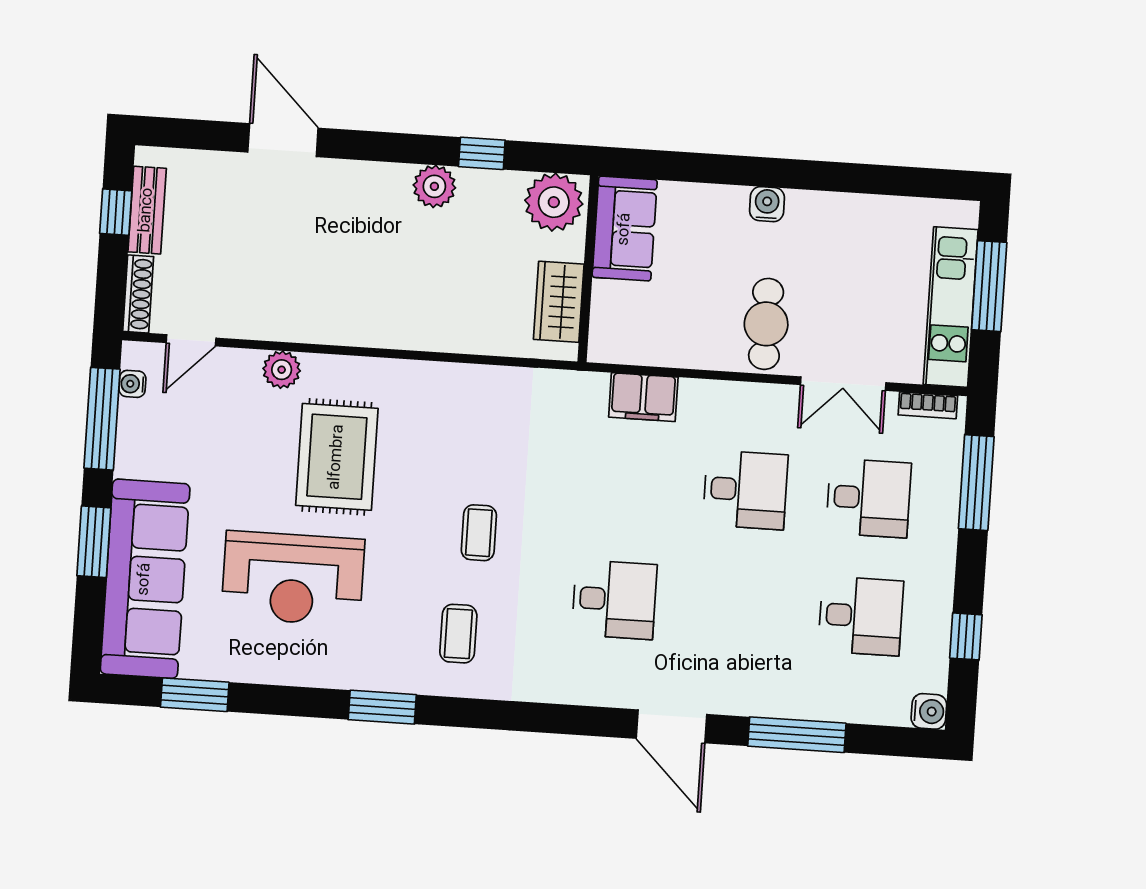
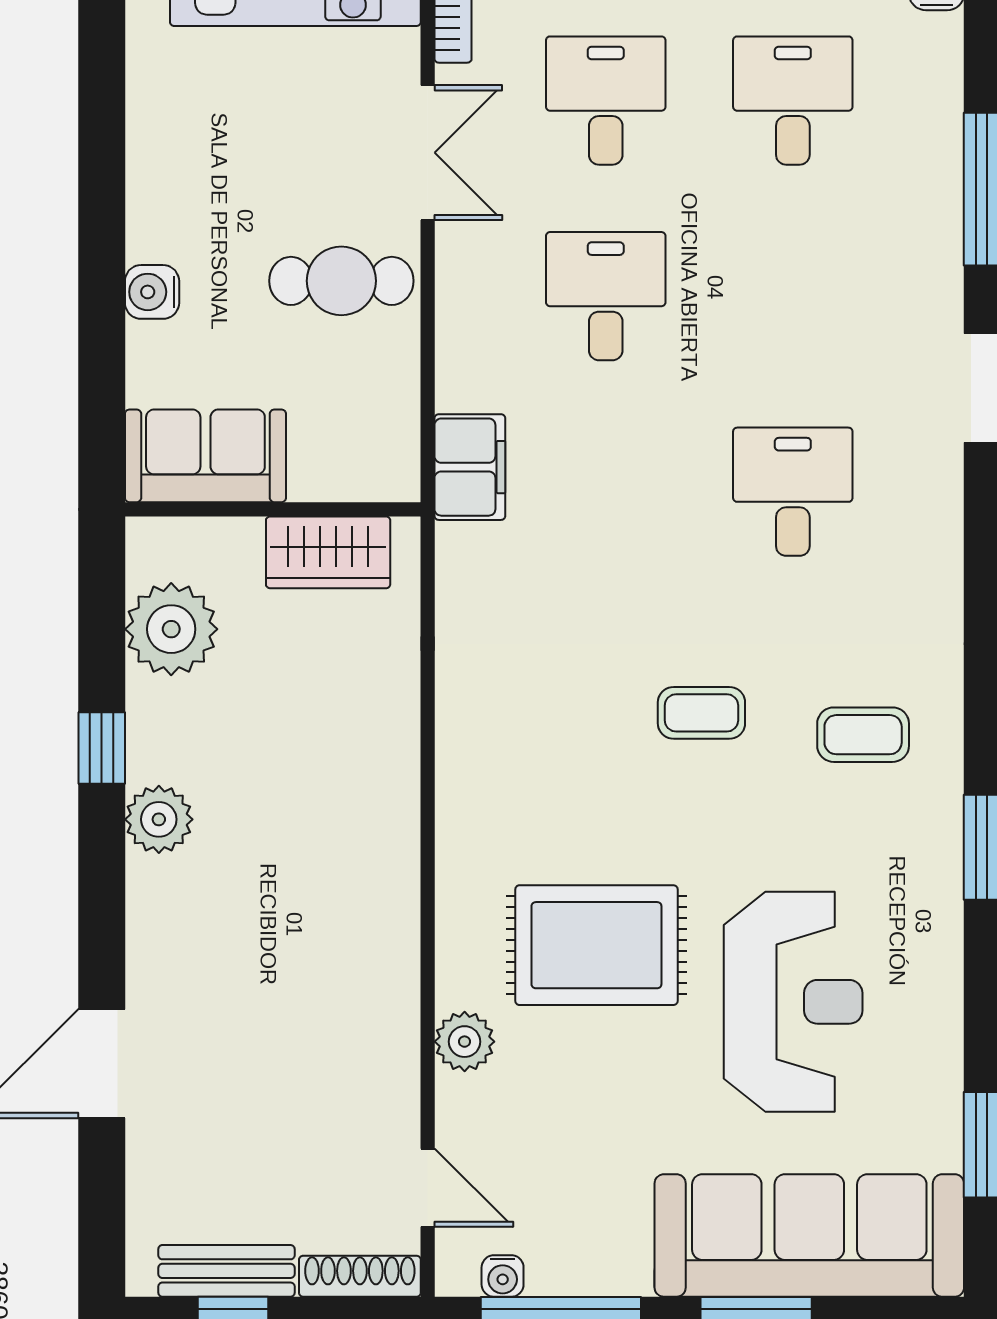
sofa: (625, 229) -> (205, 456), moved
wall: (588, 269) -> (273, 509), moved
wardrobe: (559, 302) -> (328, 552), moved

